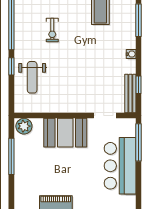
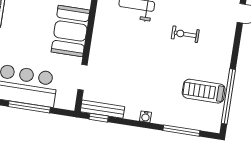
window: (139, 85) -> (99, 118), moved
window: (139, 142) -> (29, 107), moved

